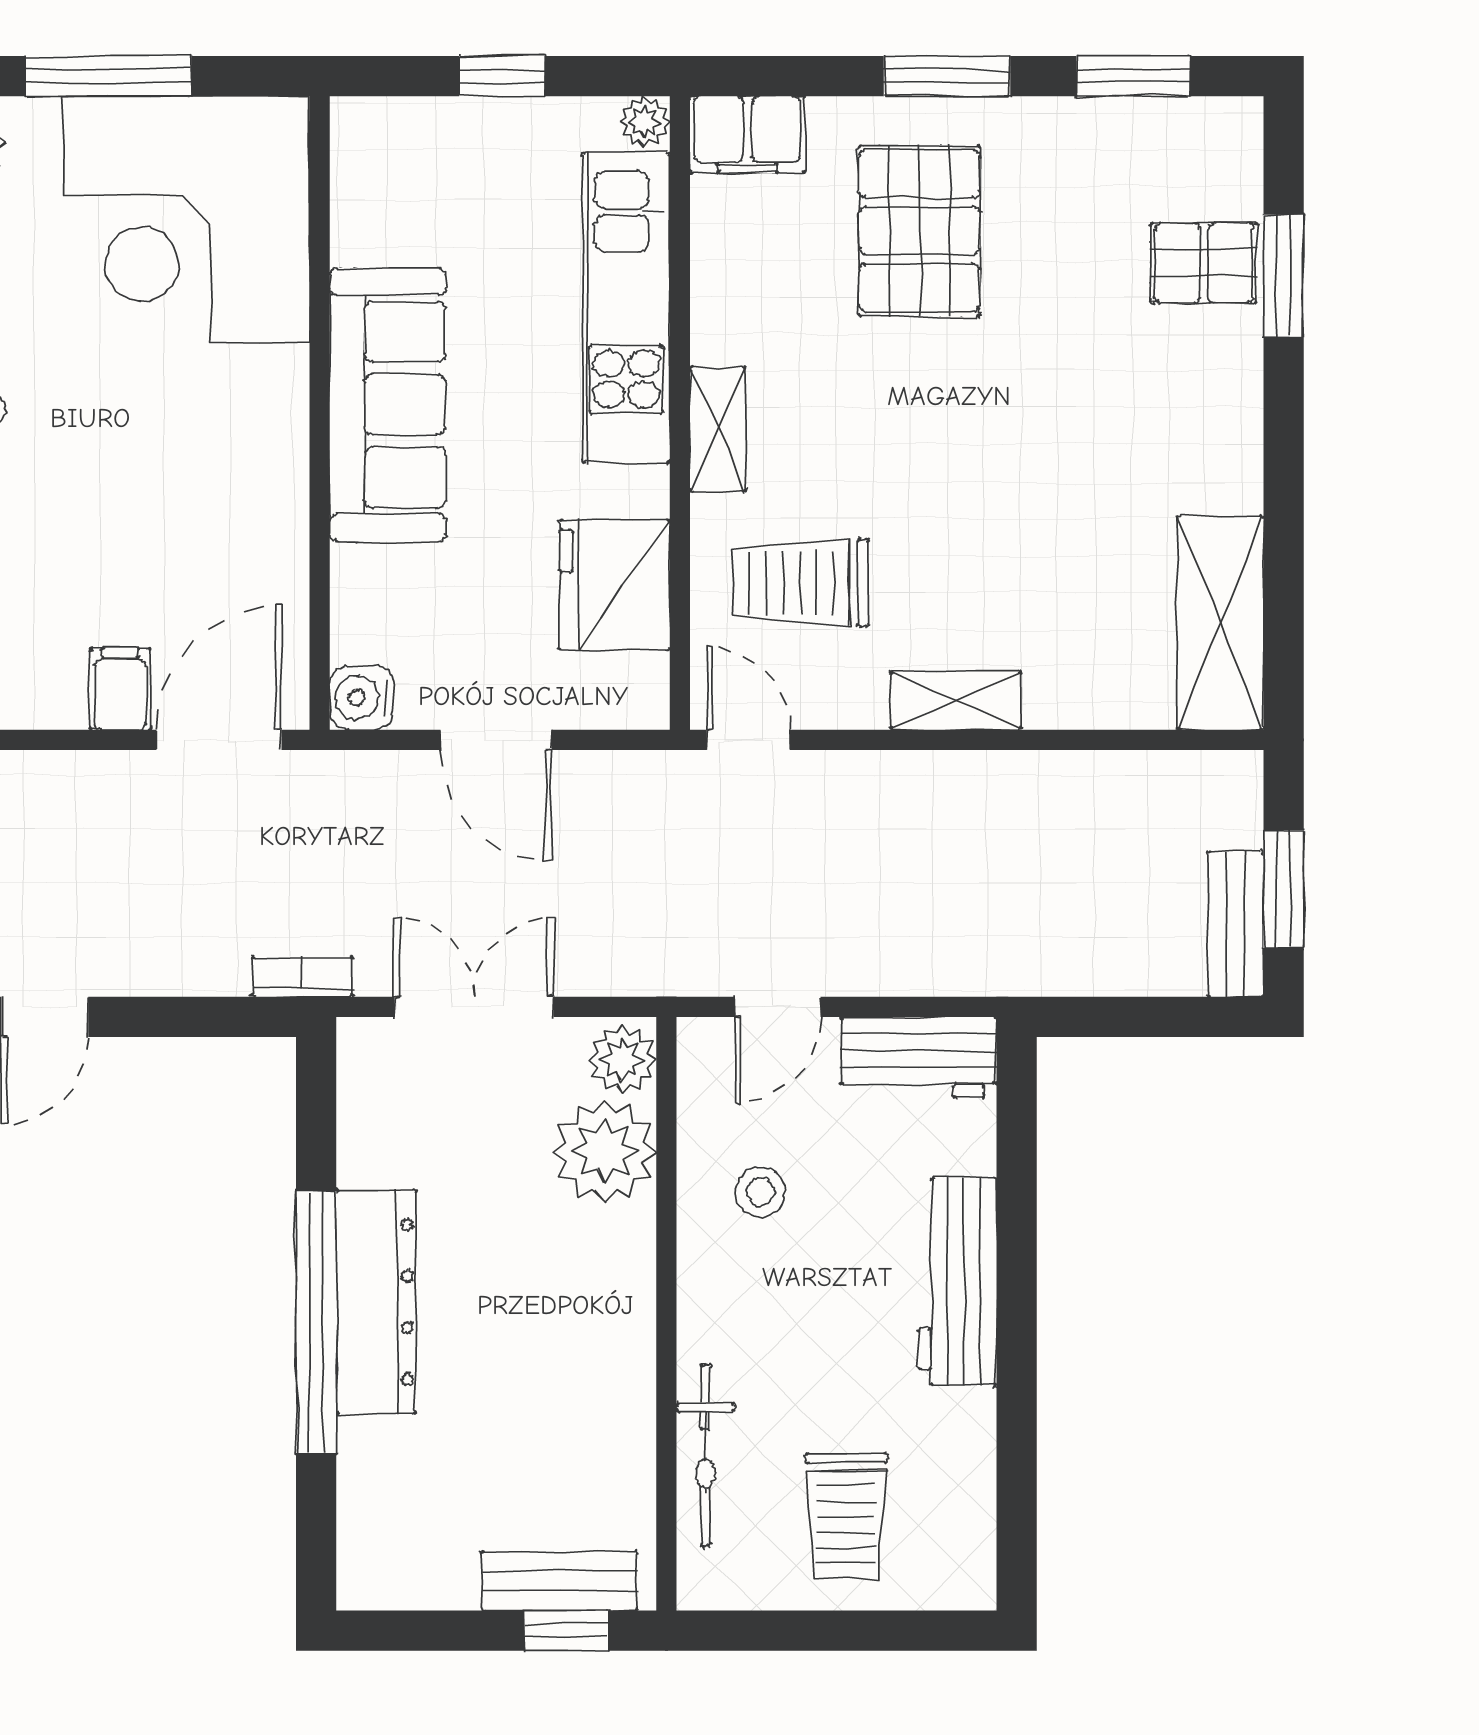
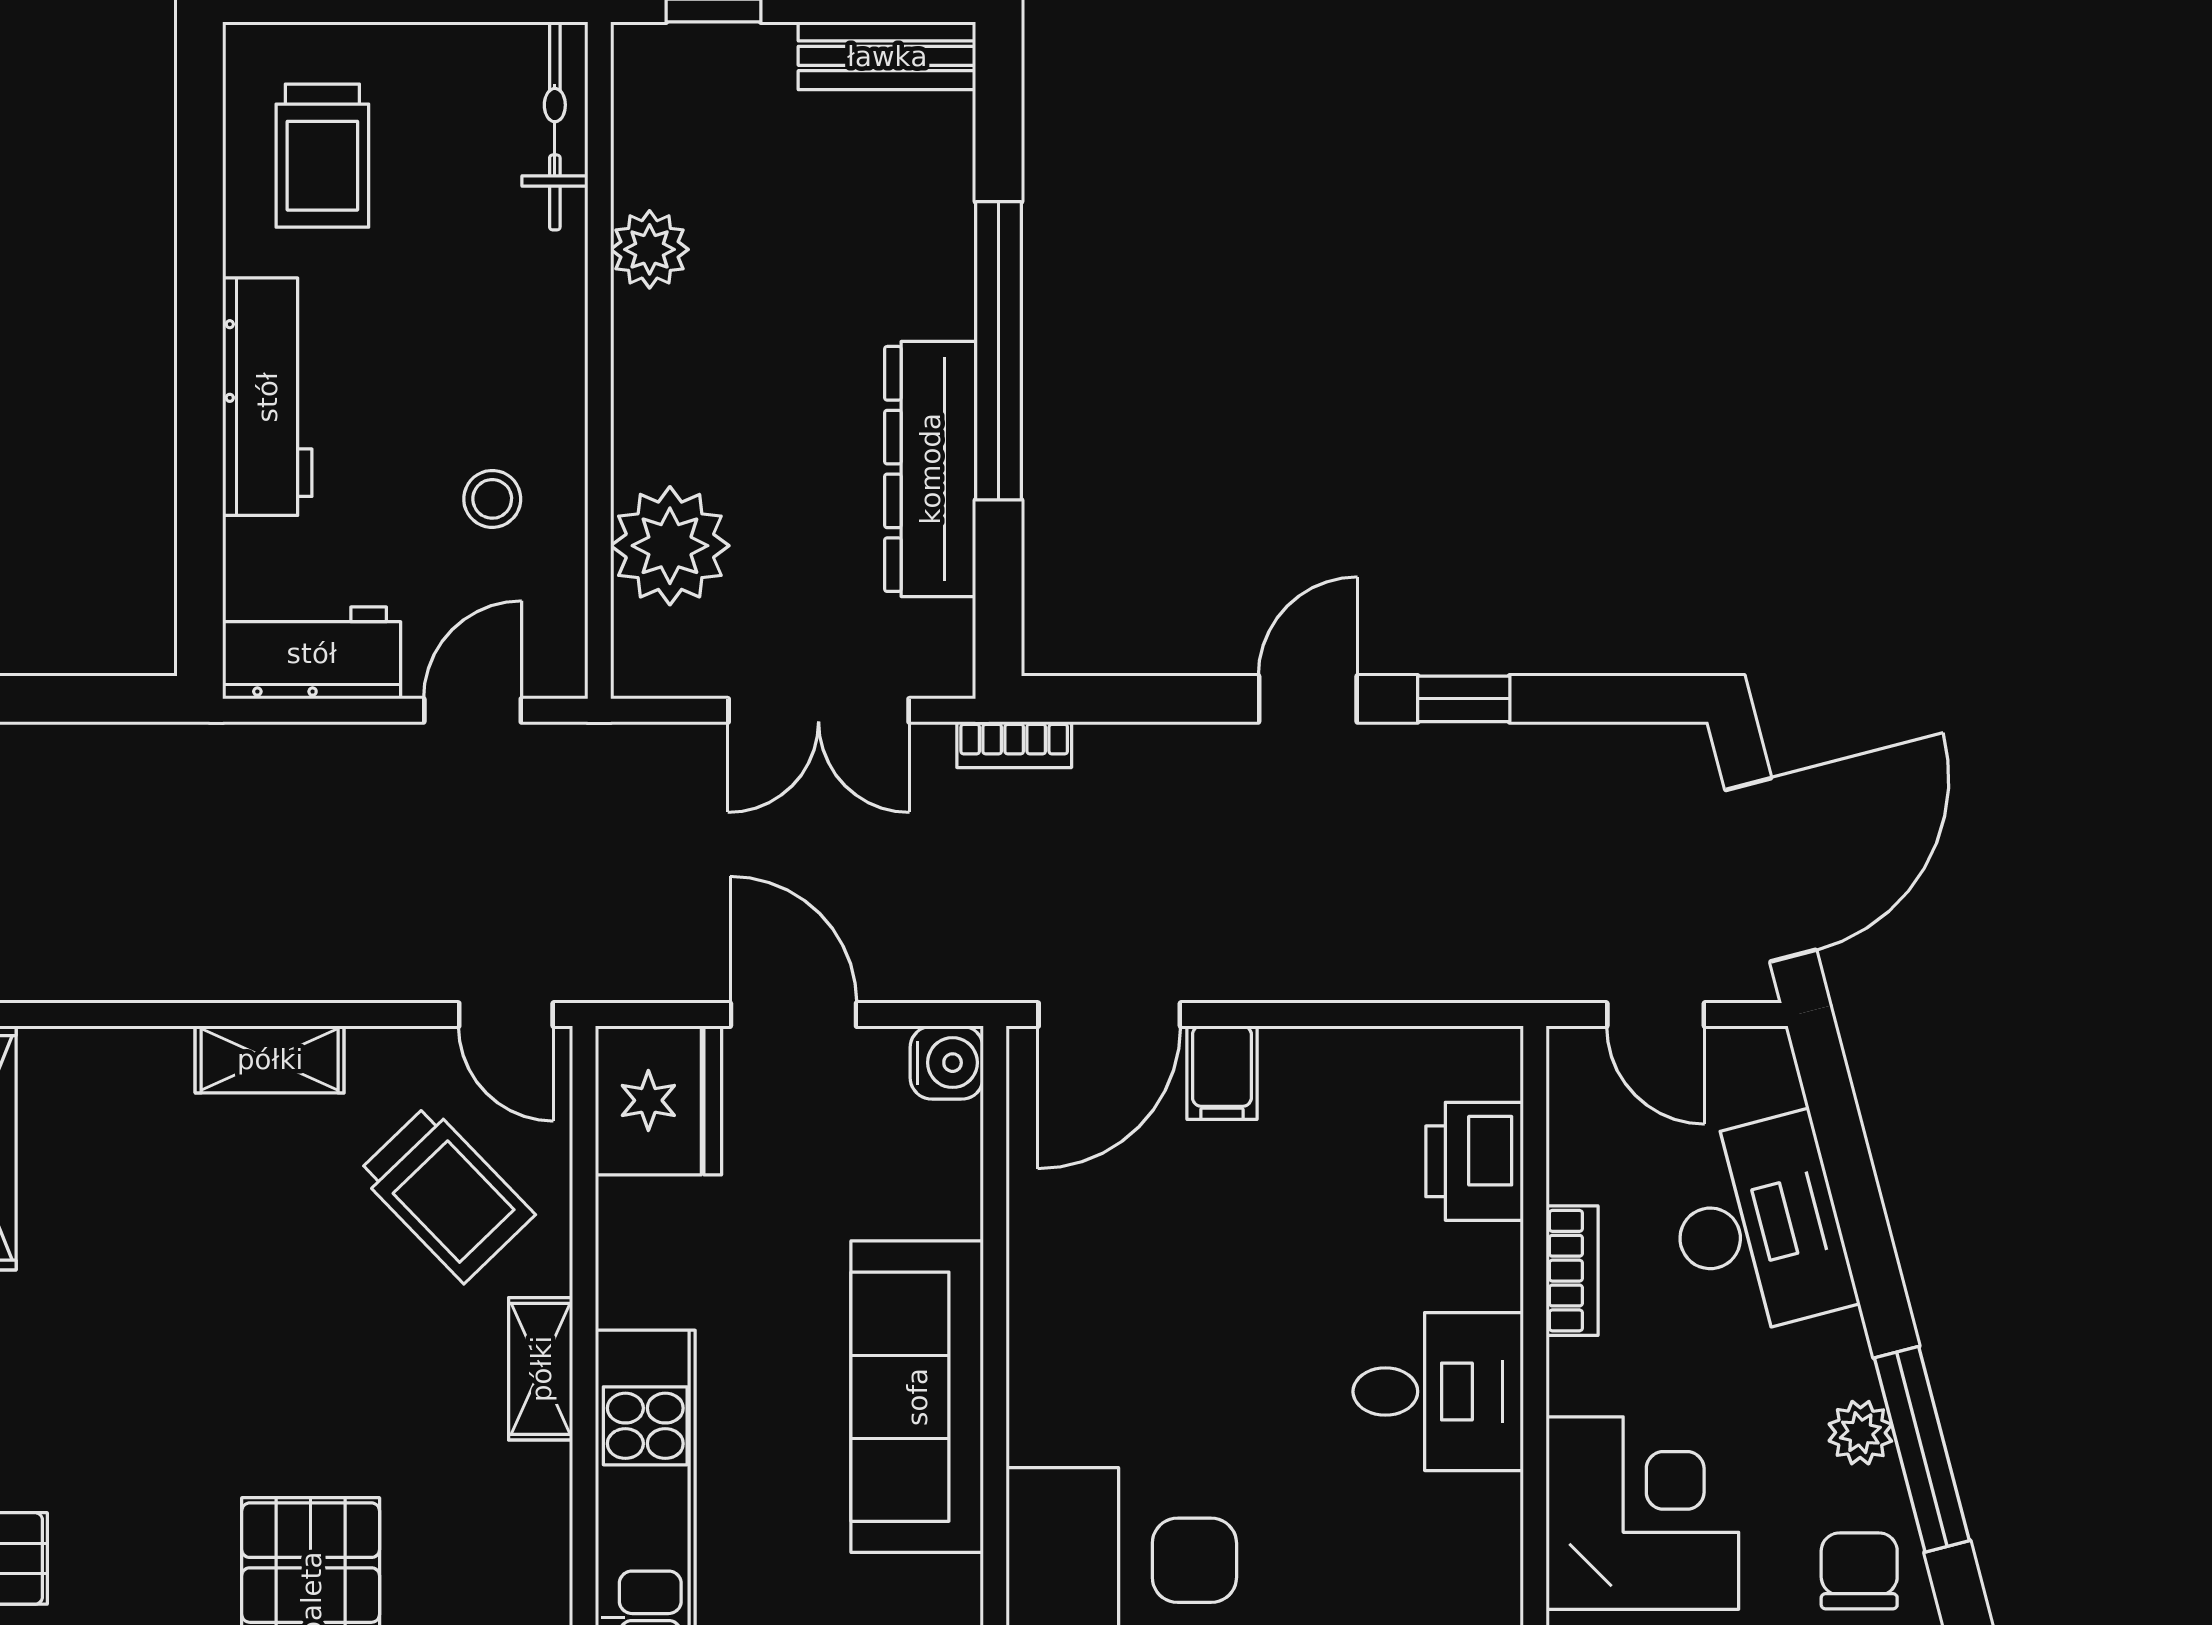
trolley: (801, 583) -> (446, 1194), turned 46
fridge: (614, 585) -> (658, 1100), moved
plant: (622, 1060) -> (650, 249), moved
dresser: (376, 1302) -> (930, 469), moved
bicycle: (705, 1455) -> (555, 126), moved
trolley: (846, 1516) -> (322, 156), moved, turned 180
bench: (560, 1581) -> (887, 56), moved

